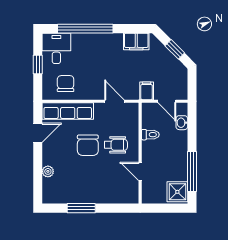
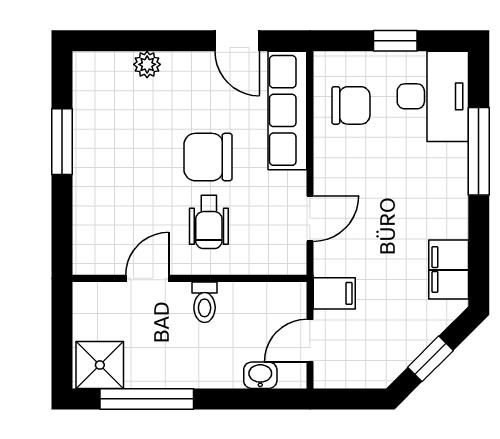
window: (85, 29) -> (479, 151), width x0.68
desk: (56, 48) -> (433, 96), width x1.37
toilet: (150, 135) -> (205, 302), moved

